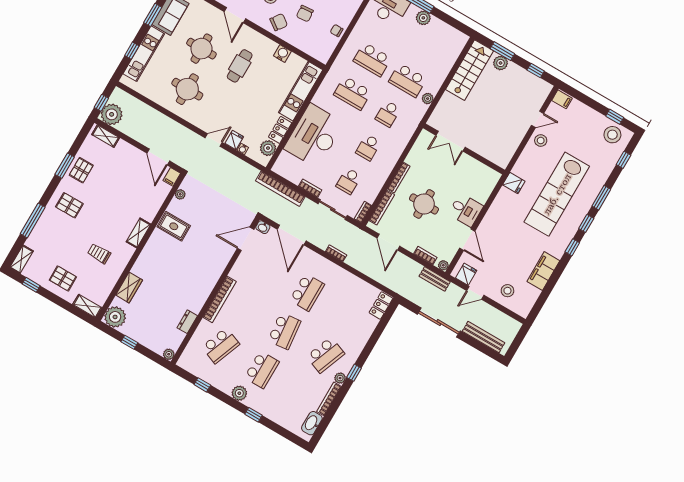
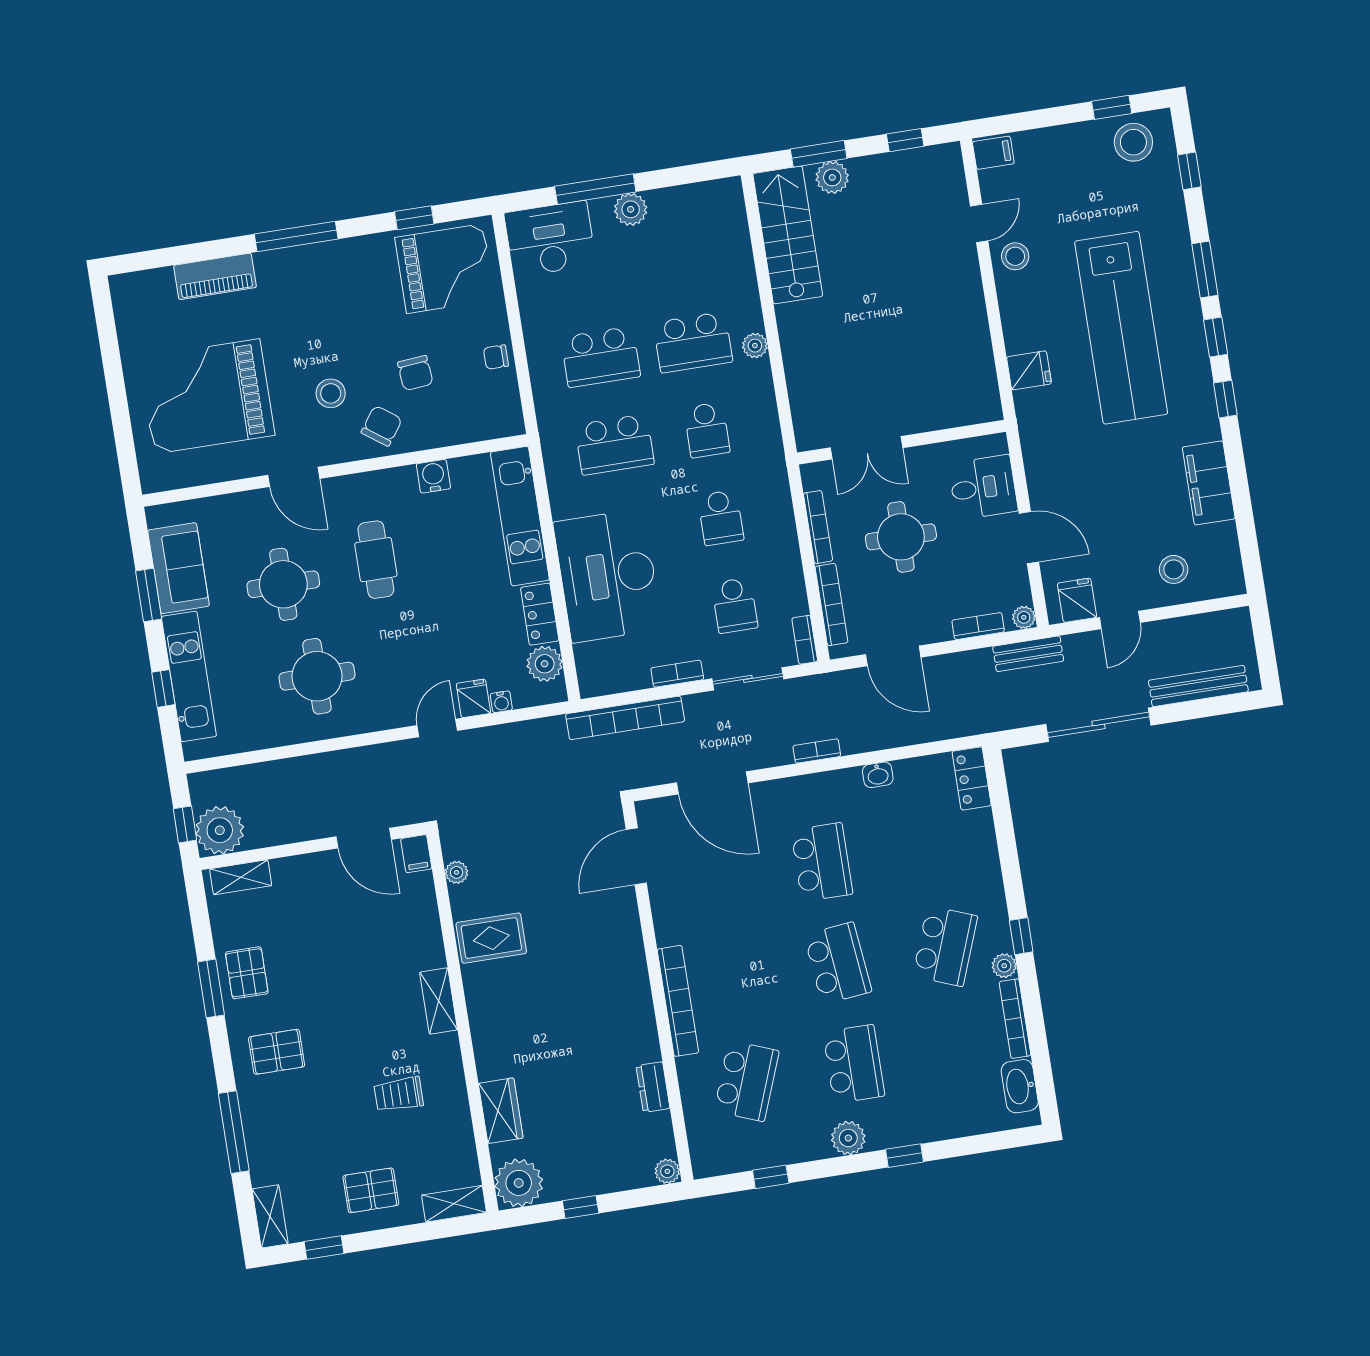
double door: (451, 141) -> (866, 448), moved
wall: (464, 149) -> (901, 442), moved
washbasin: (263, 227) -> (878, 775), moved

